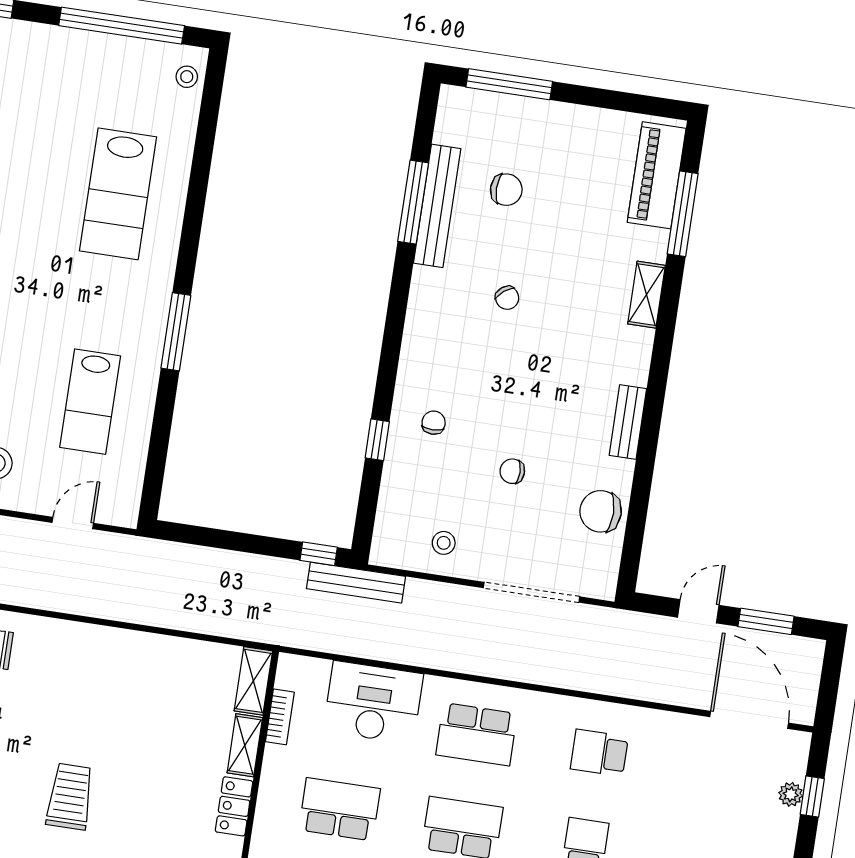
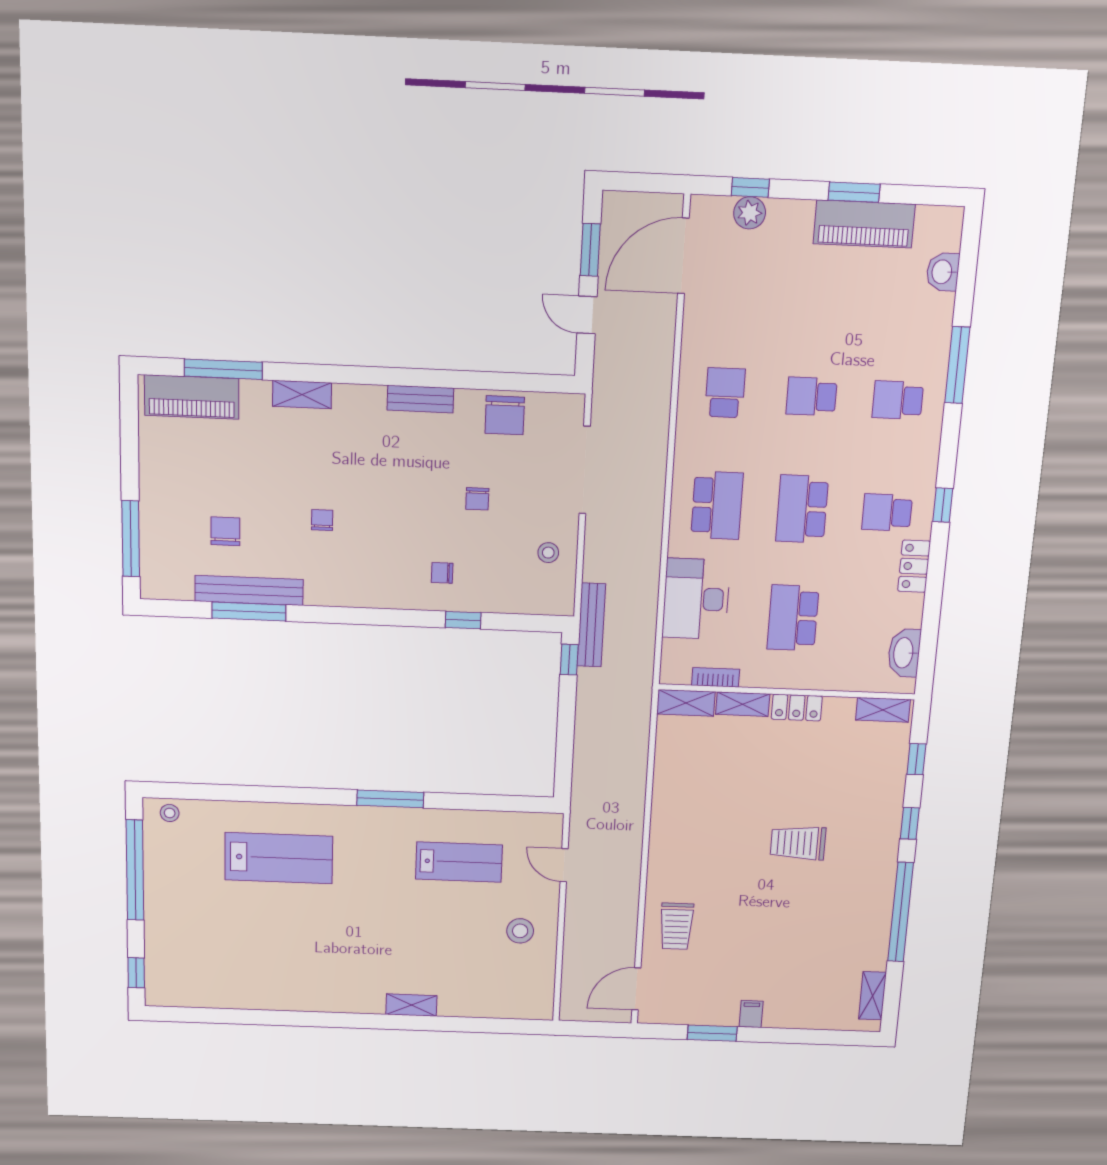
chair: (507, 298) -> (322, 520), turned -52
school desk: (599, 753) -> (725, 393), turned 180
plant: (791, 794) -> (750, 213), width x1.38, depth x1.38

